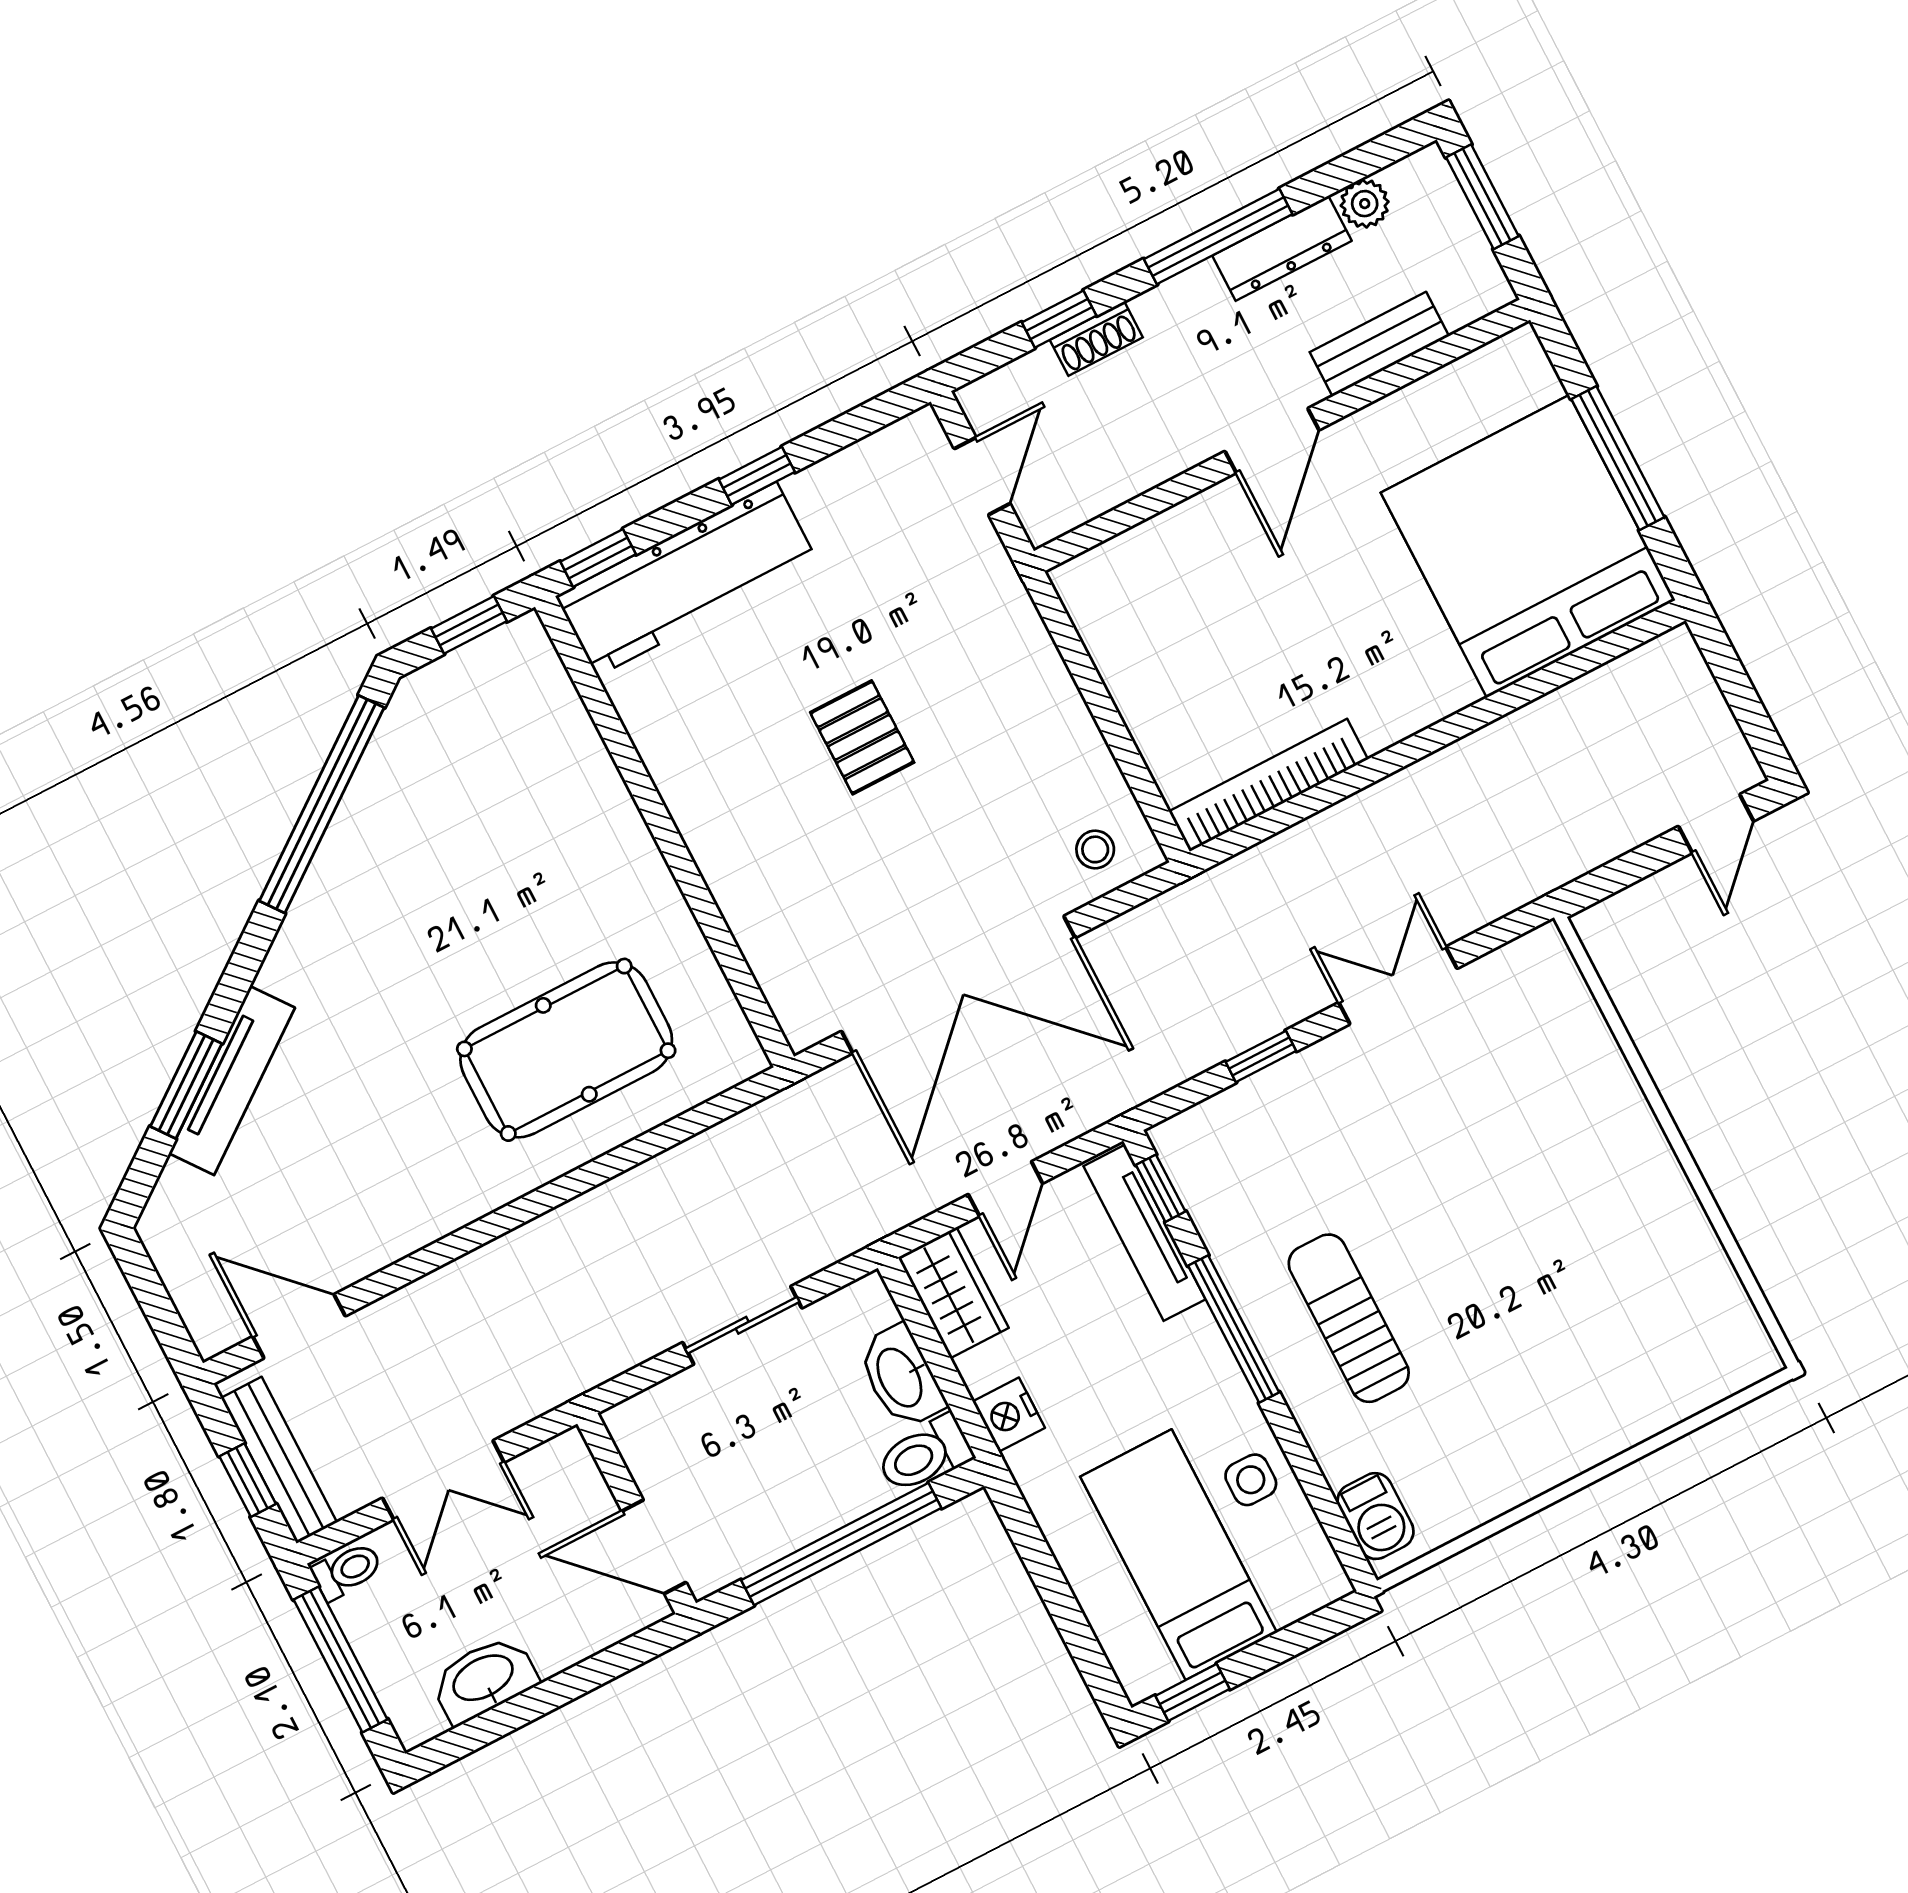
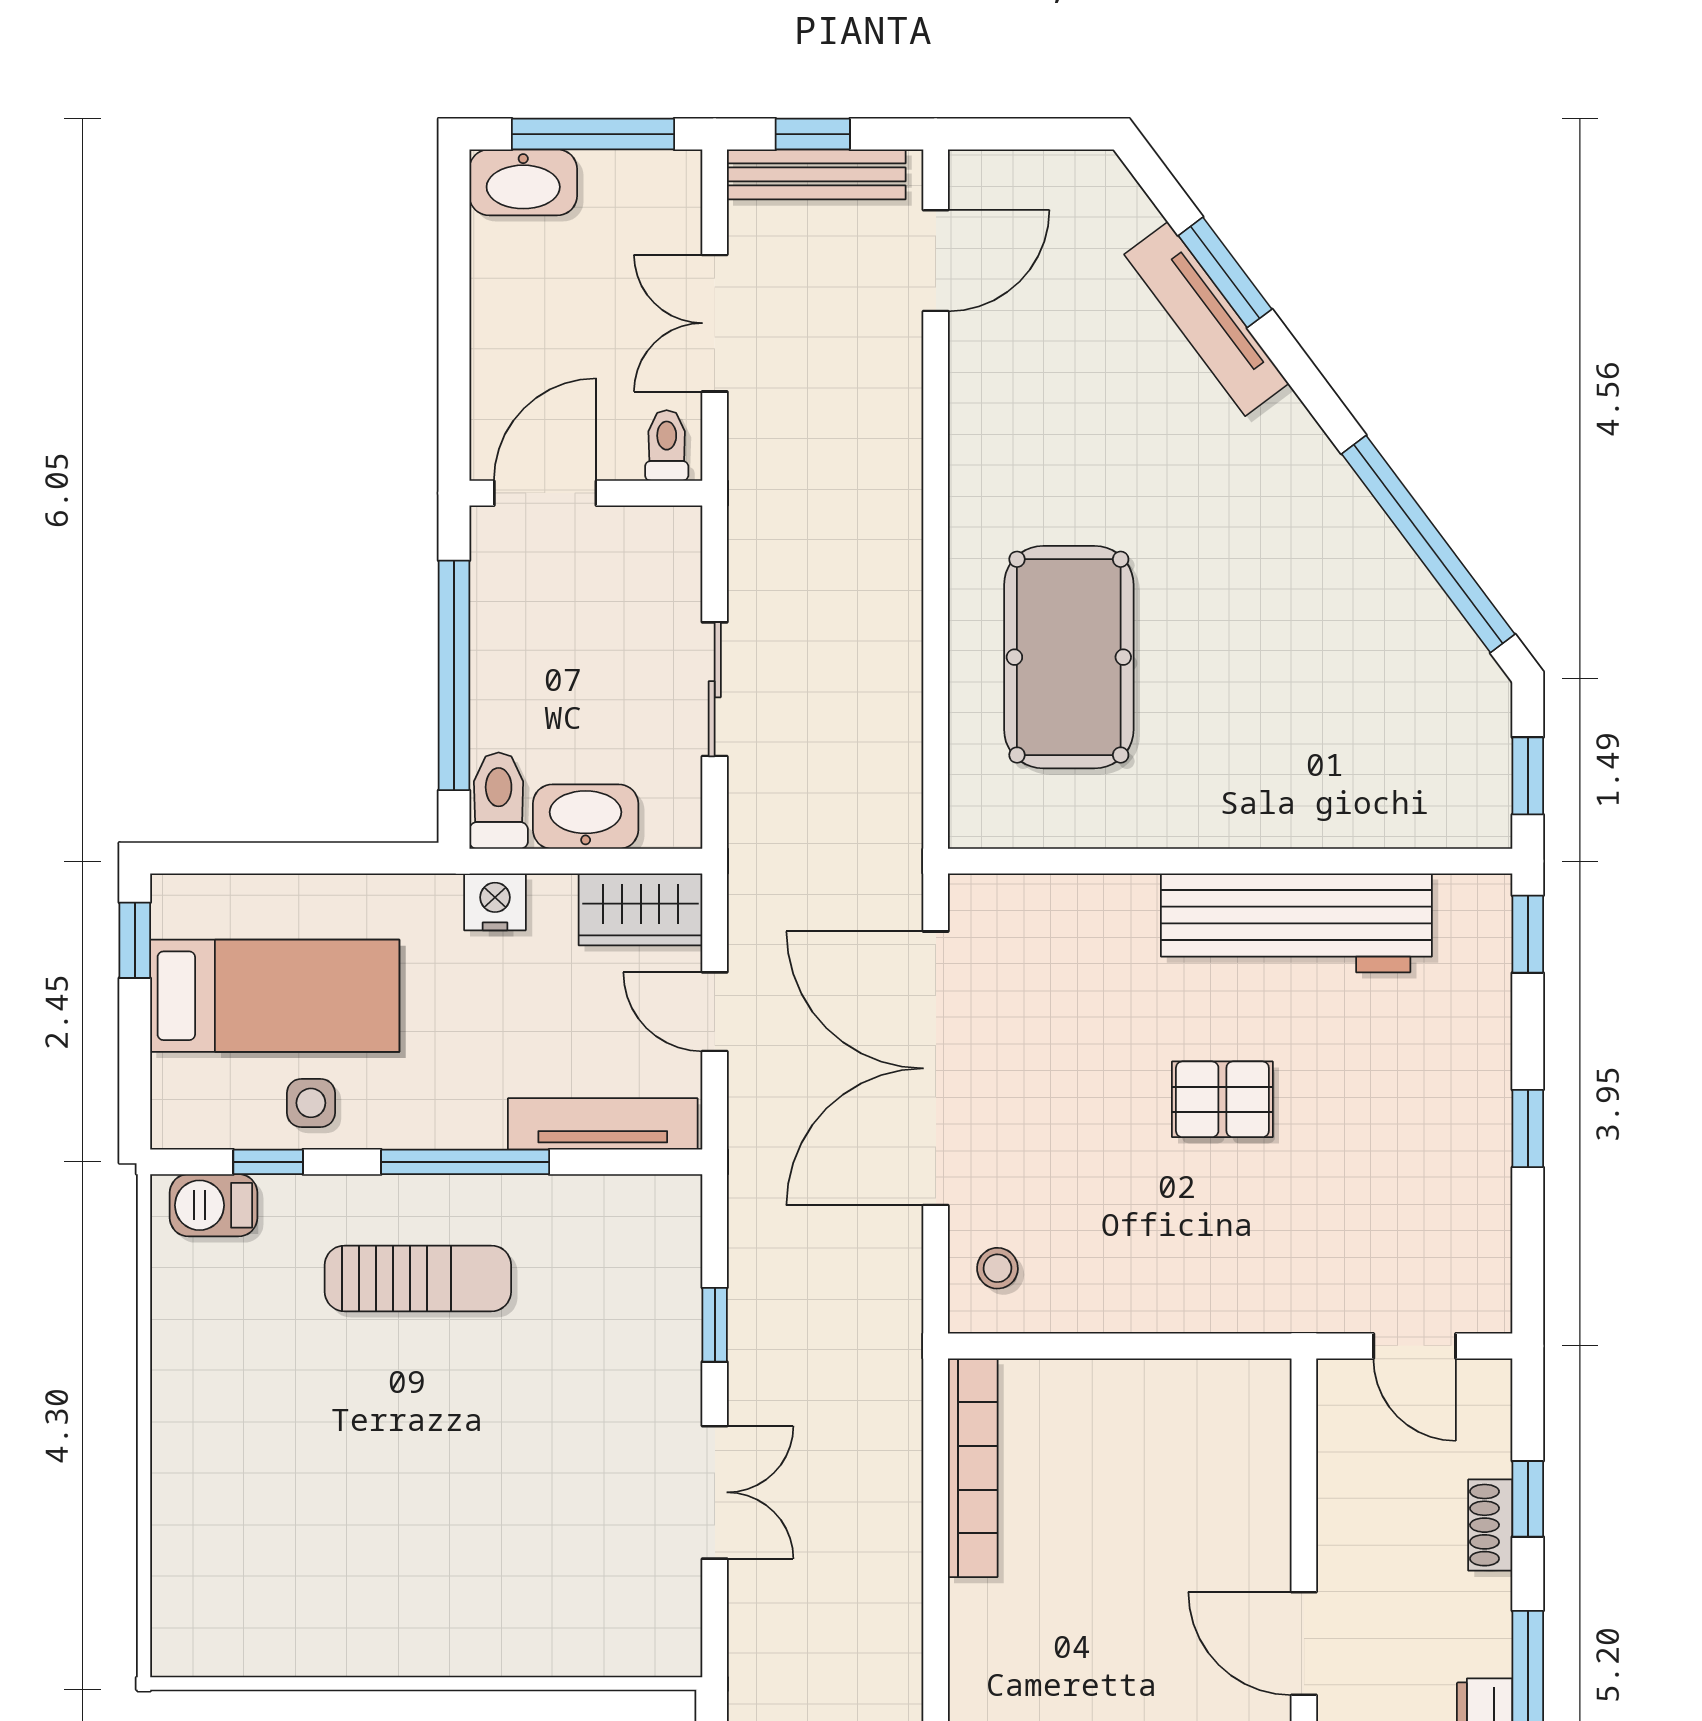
workbench: (687, 579) -> (1296, 923), moved, turned -90
window: (1161, 1188) -> (268, 1162), moved
toilet: (347, 1571) -> (667, 445), moved, turned 180
washbasin: (484, 1679) -> (523, 182), moved, turned 90

